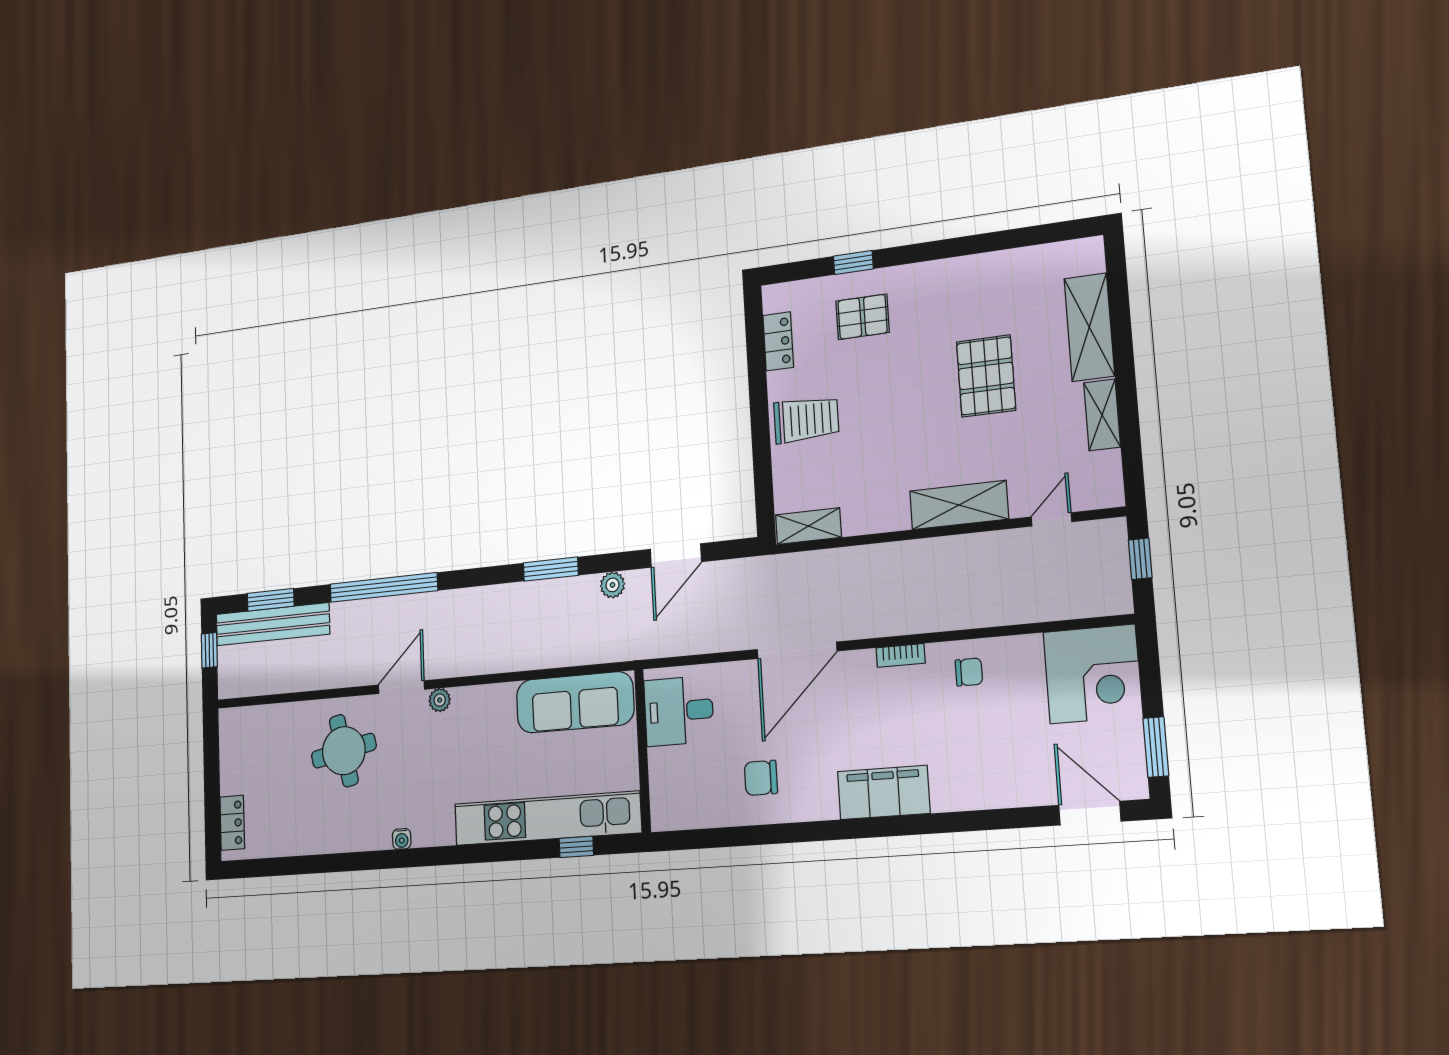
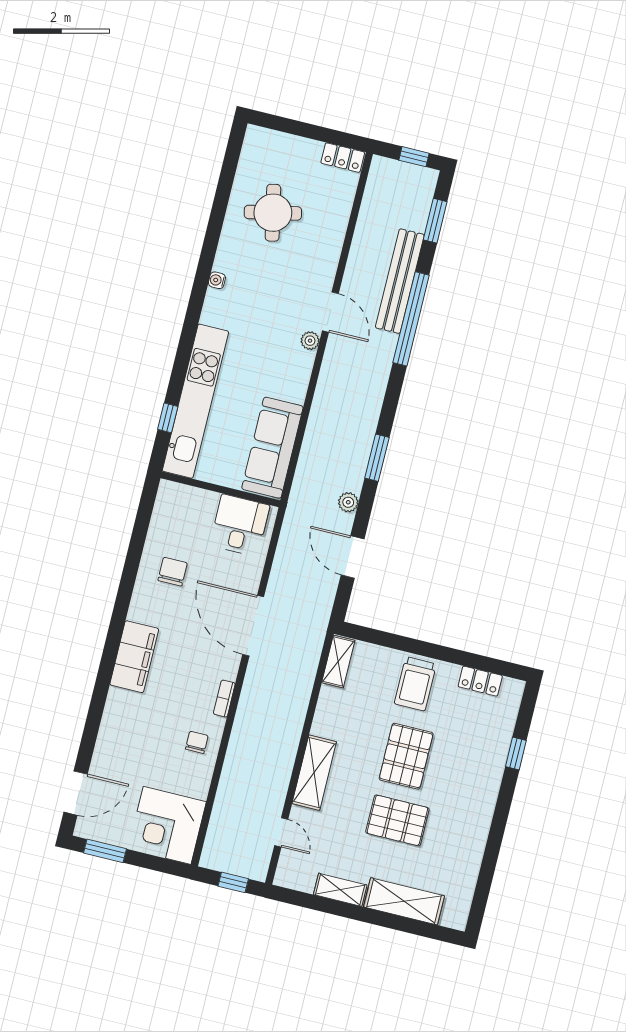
pallet: (863, 317) -> (406, 756), moved, width x1.50, depth x1.42
bench: (273, 624) -> (400, 281), moved
chair: (969, 672) -> (197, 742), turned 180
round table: (344, 751) -> (273, 213), moved
locker: (232, 823) -> (343, 158), moved

